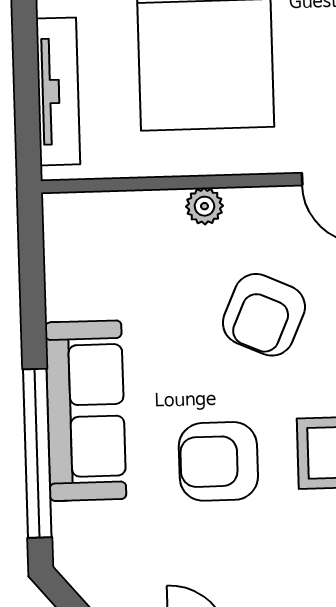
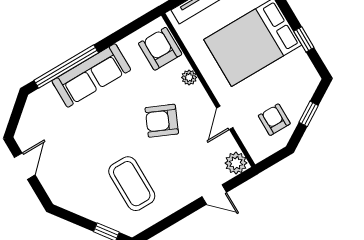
armchair: (218, 461) -> (160, 49), moved

